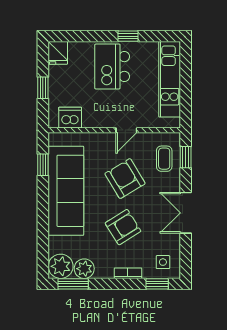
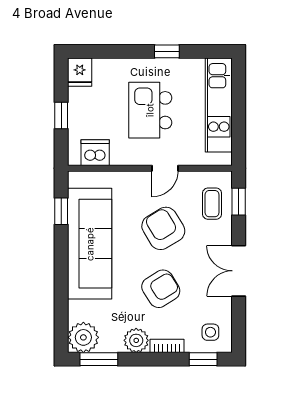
kitchen island: (112, 66) -> (150, 110), moved
plant: (84, 269) -> (136, 340), moved

